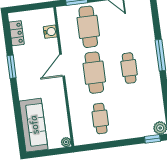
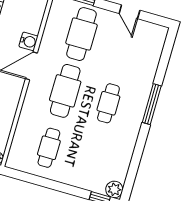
water cooler: (50, 32) -> (29, 41), moved

